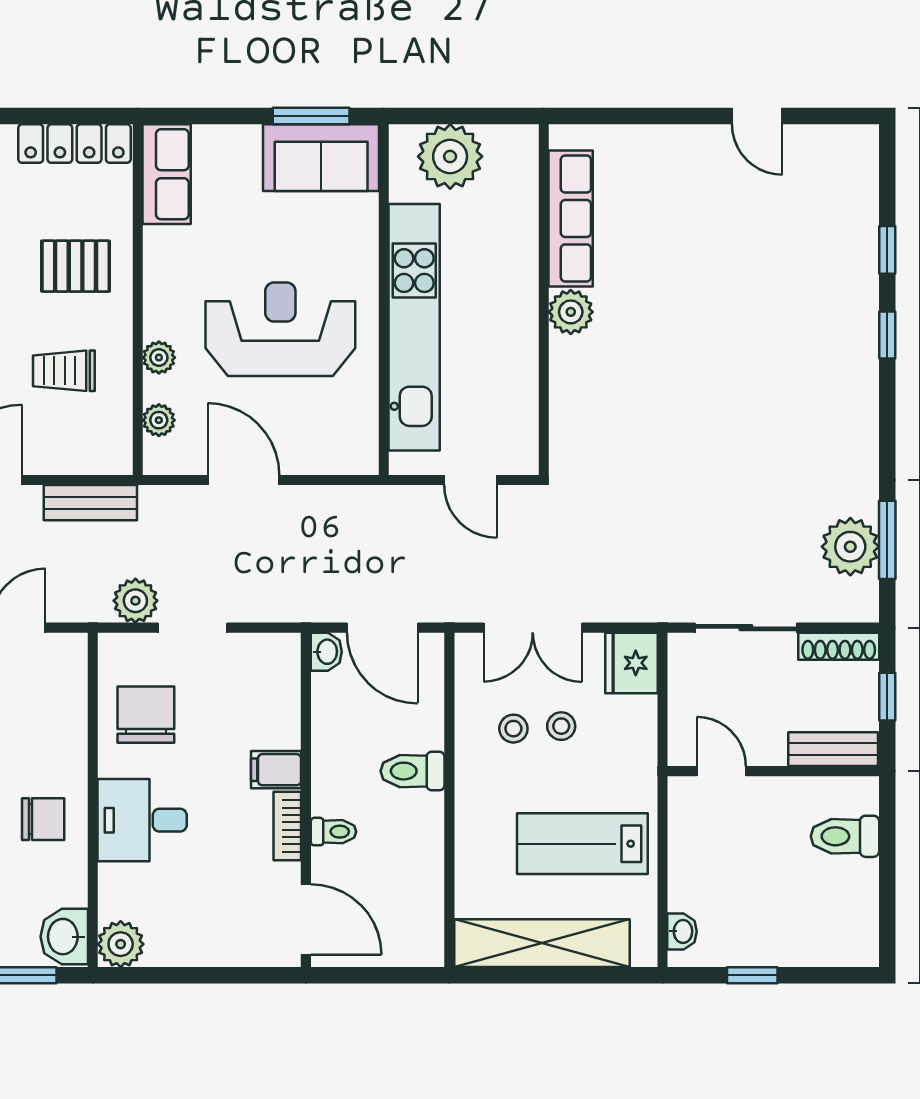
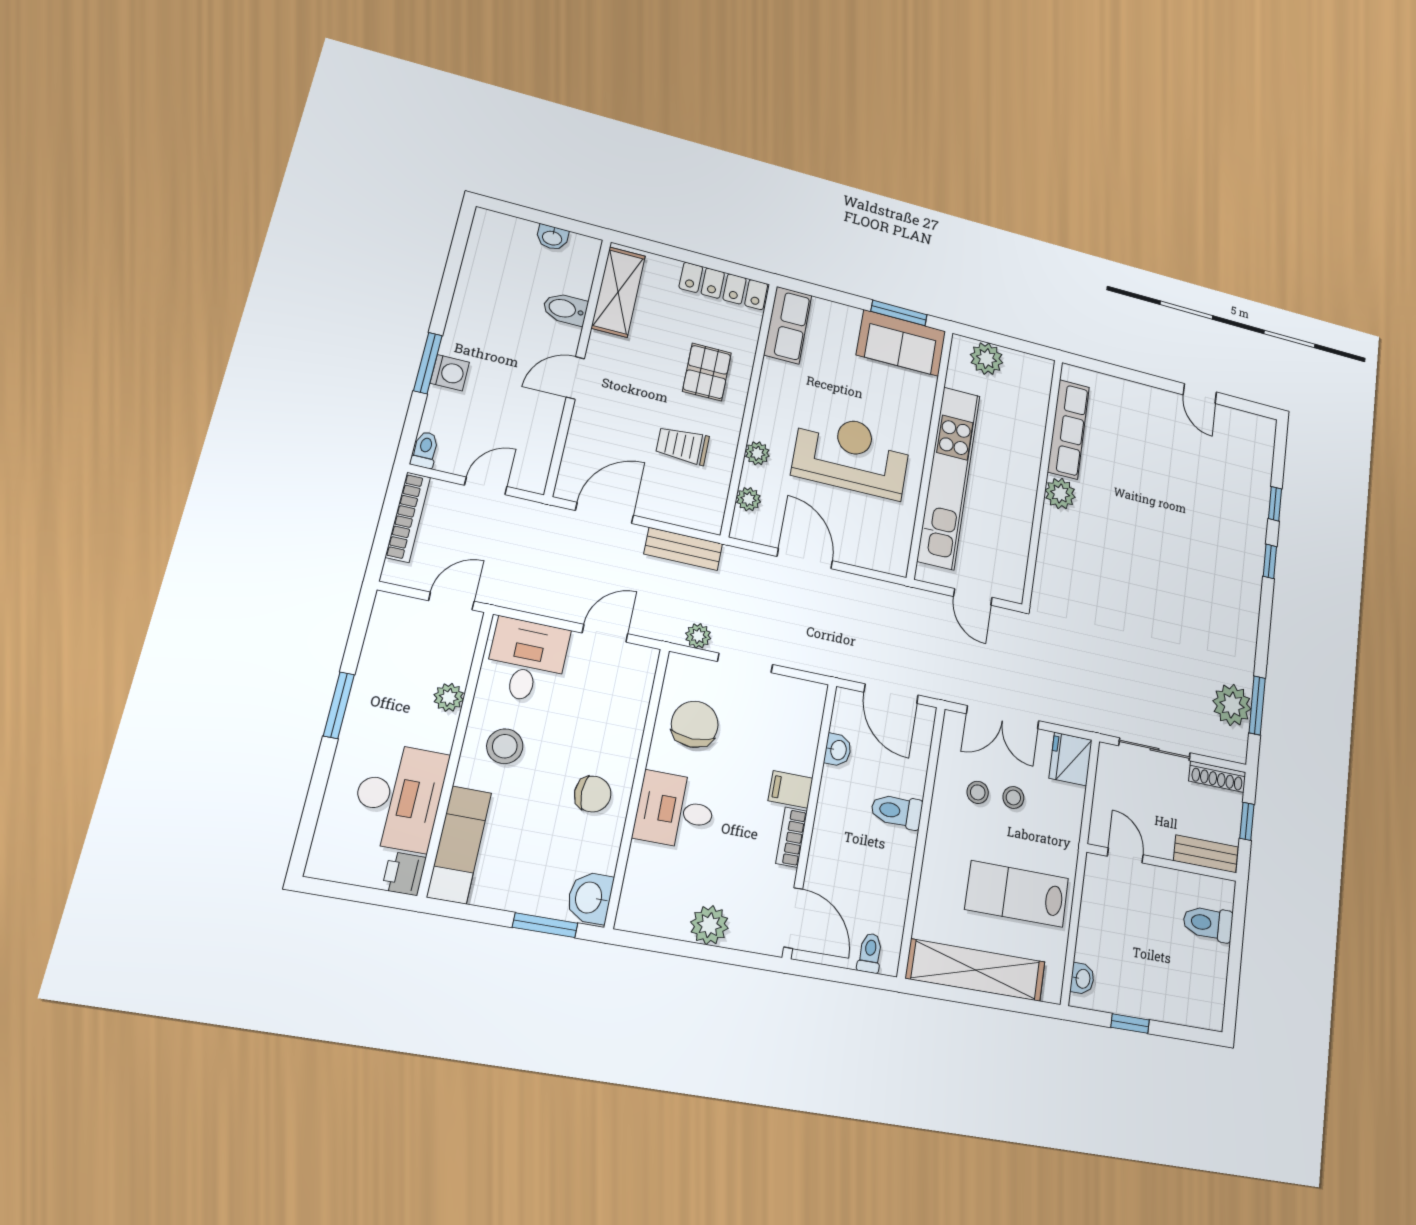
plant: (450, 156) -> (987, 359), width x0.73, depth x0.73
pallet: (76, 266) -> (707, 372), turned 90
plant: (135, 601) -> (698, 636), width x0.73, depth x0.73
washbasin: (326, 652) -> (838, 750), moved
toilet: (333, 832) -> (870, 953), moved, turned -90
plant: (121, 944) -> (709, 925), moved

